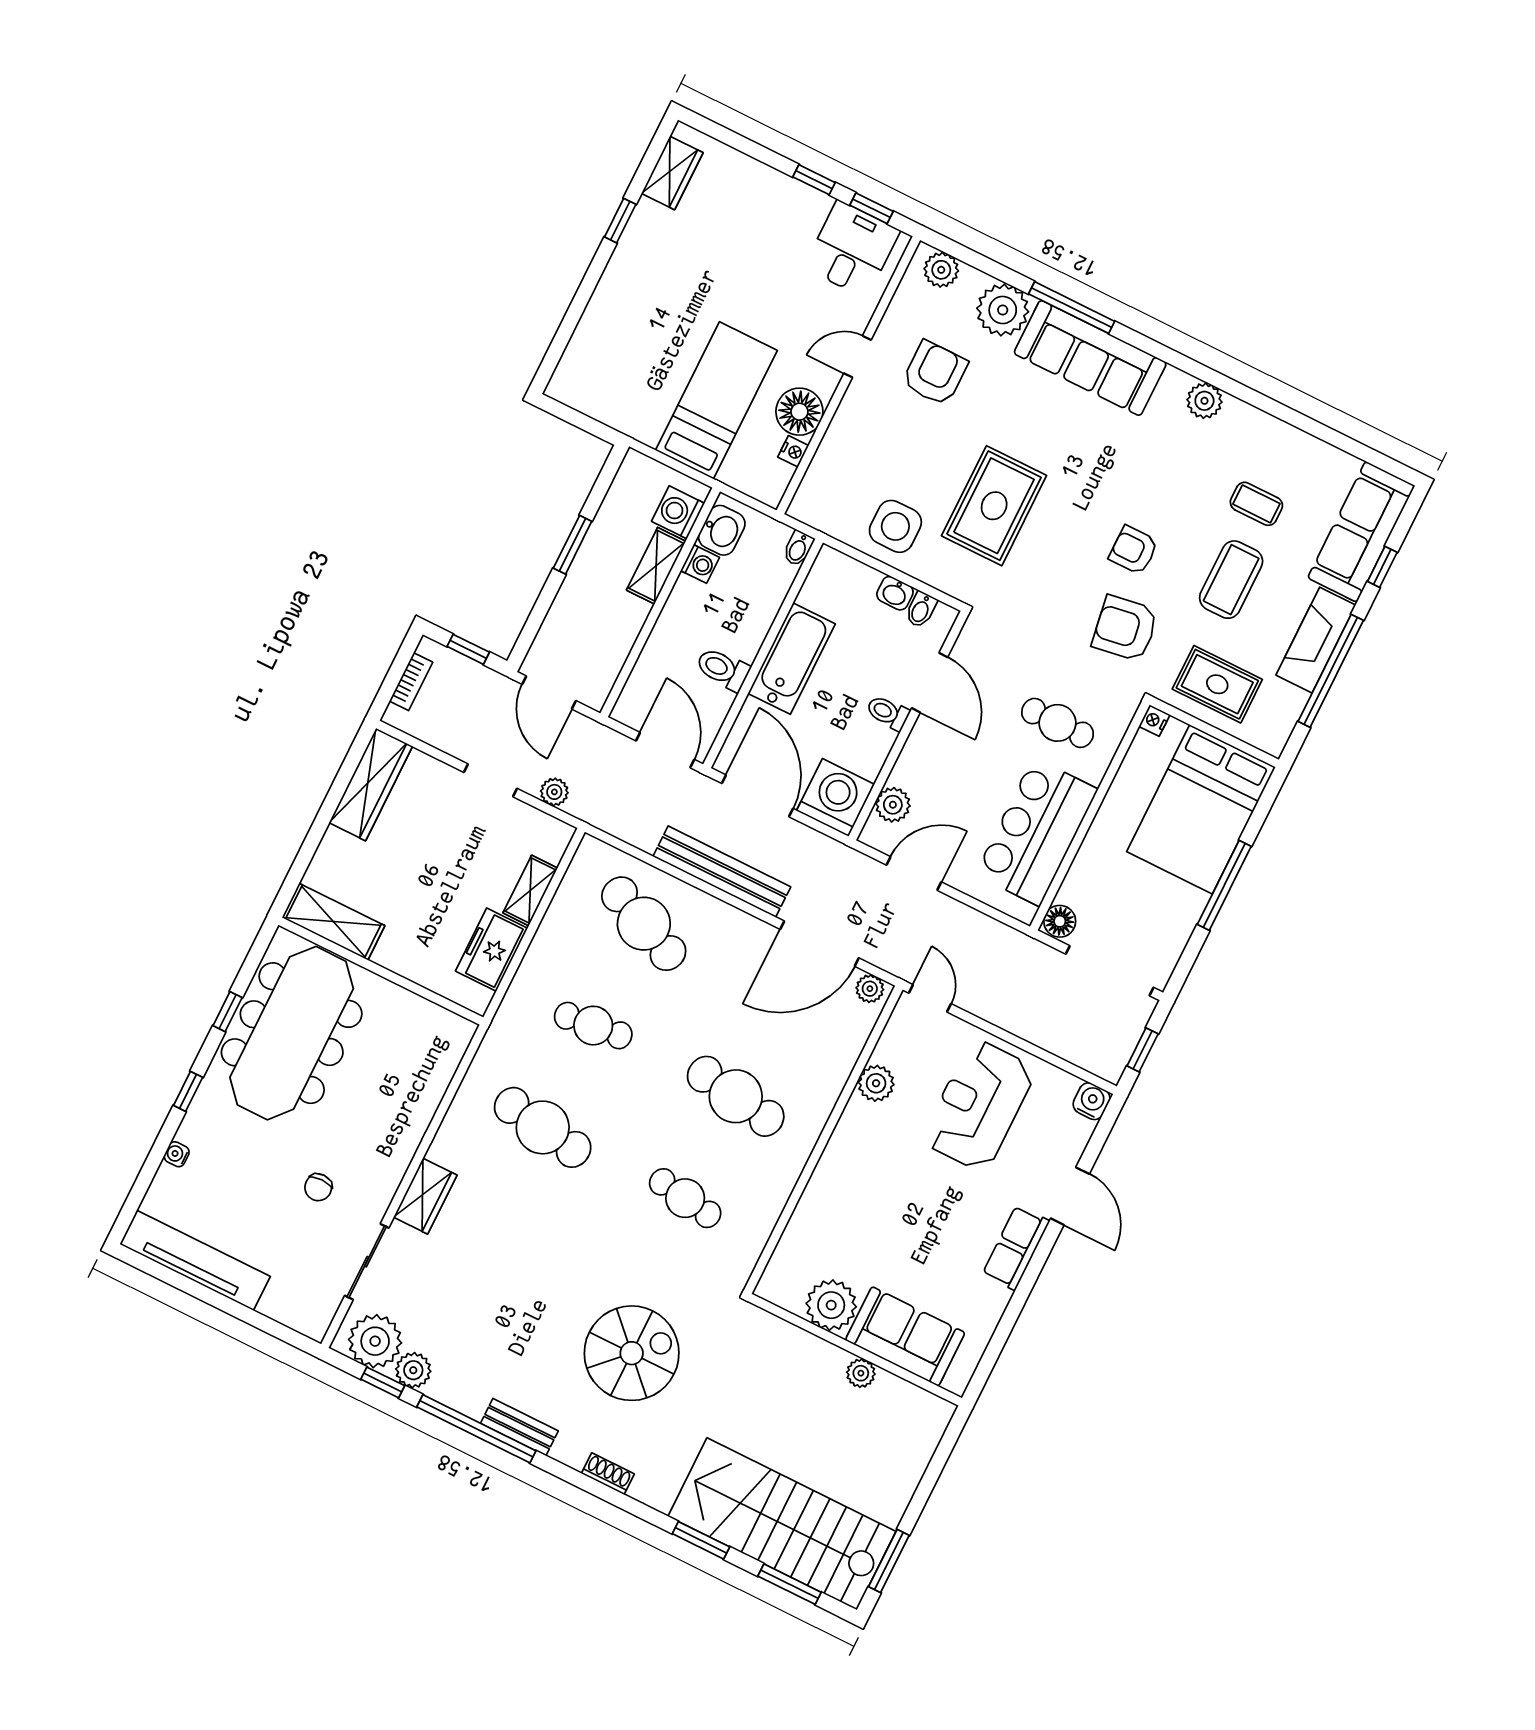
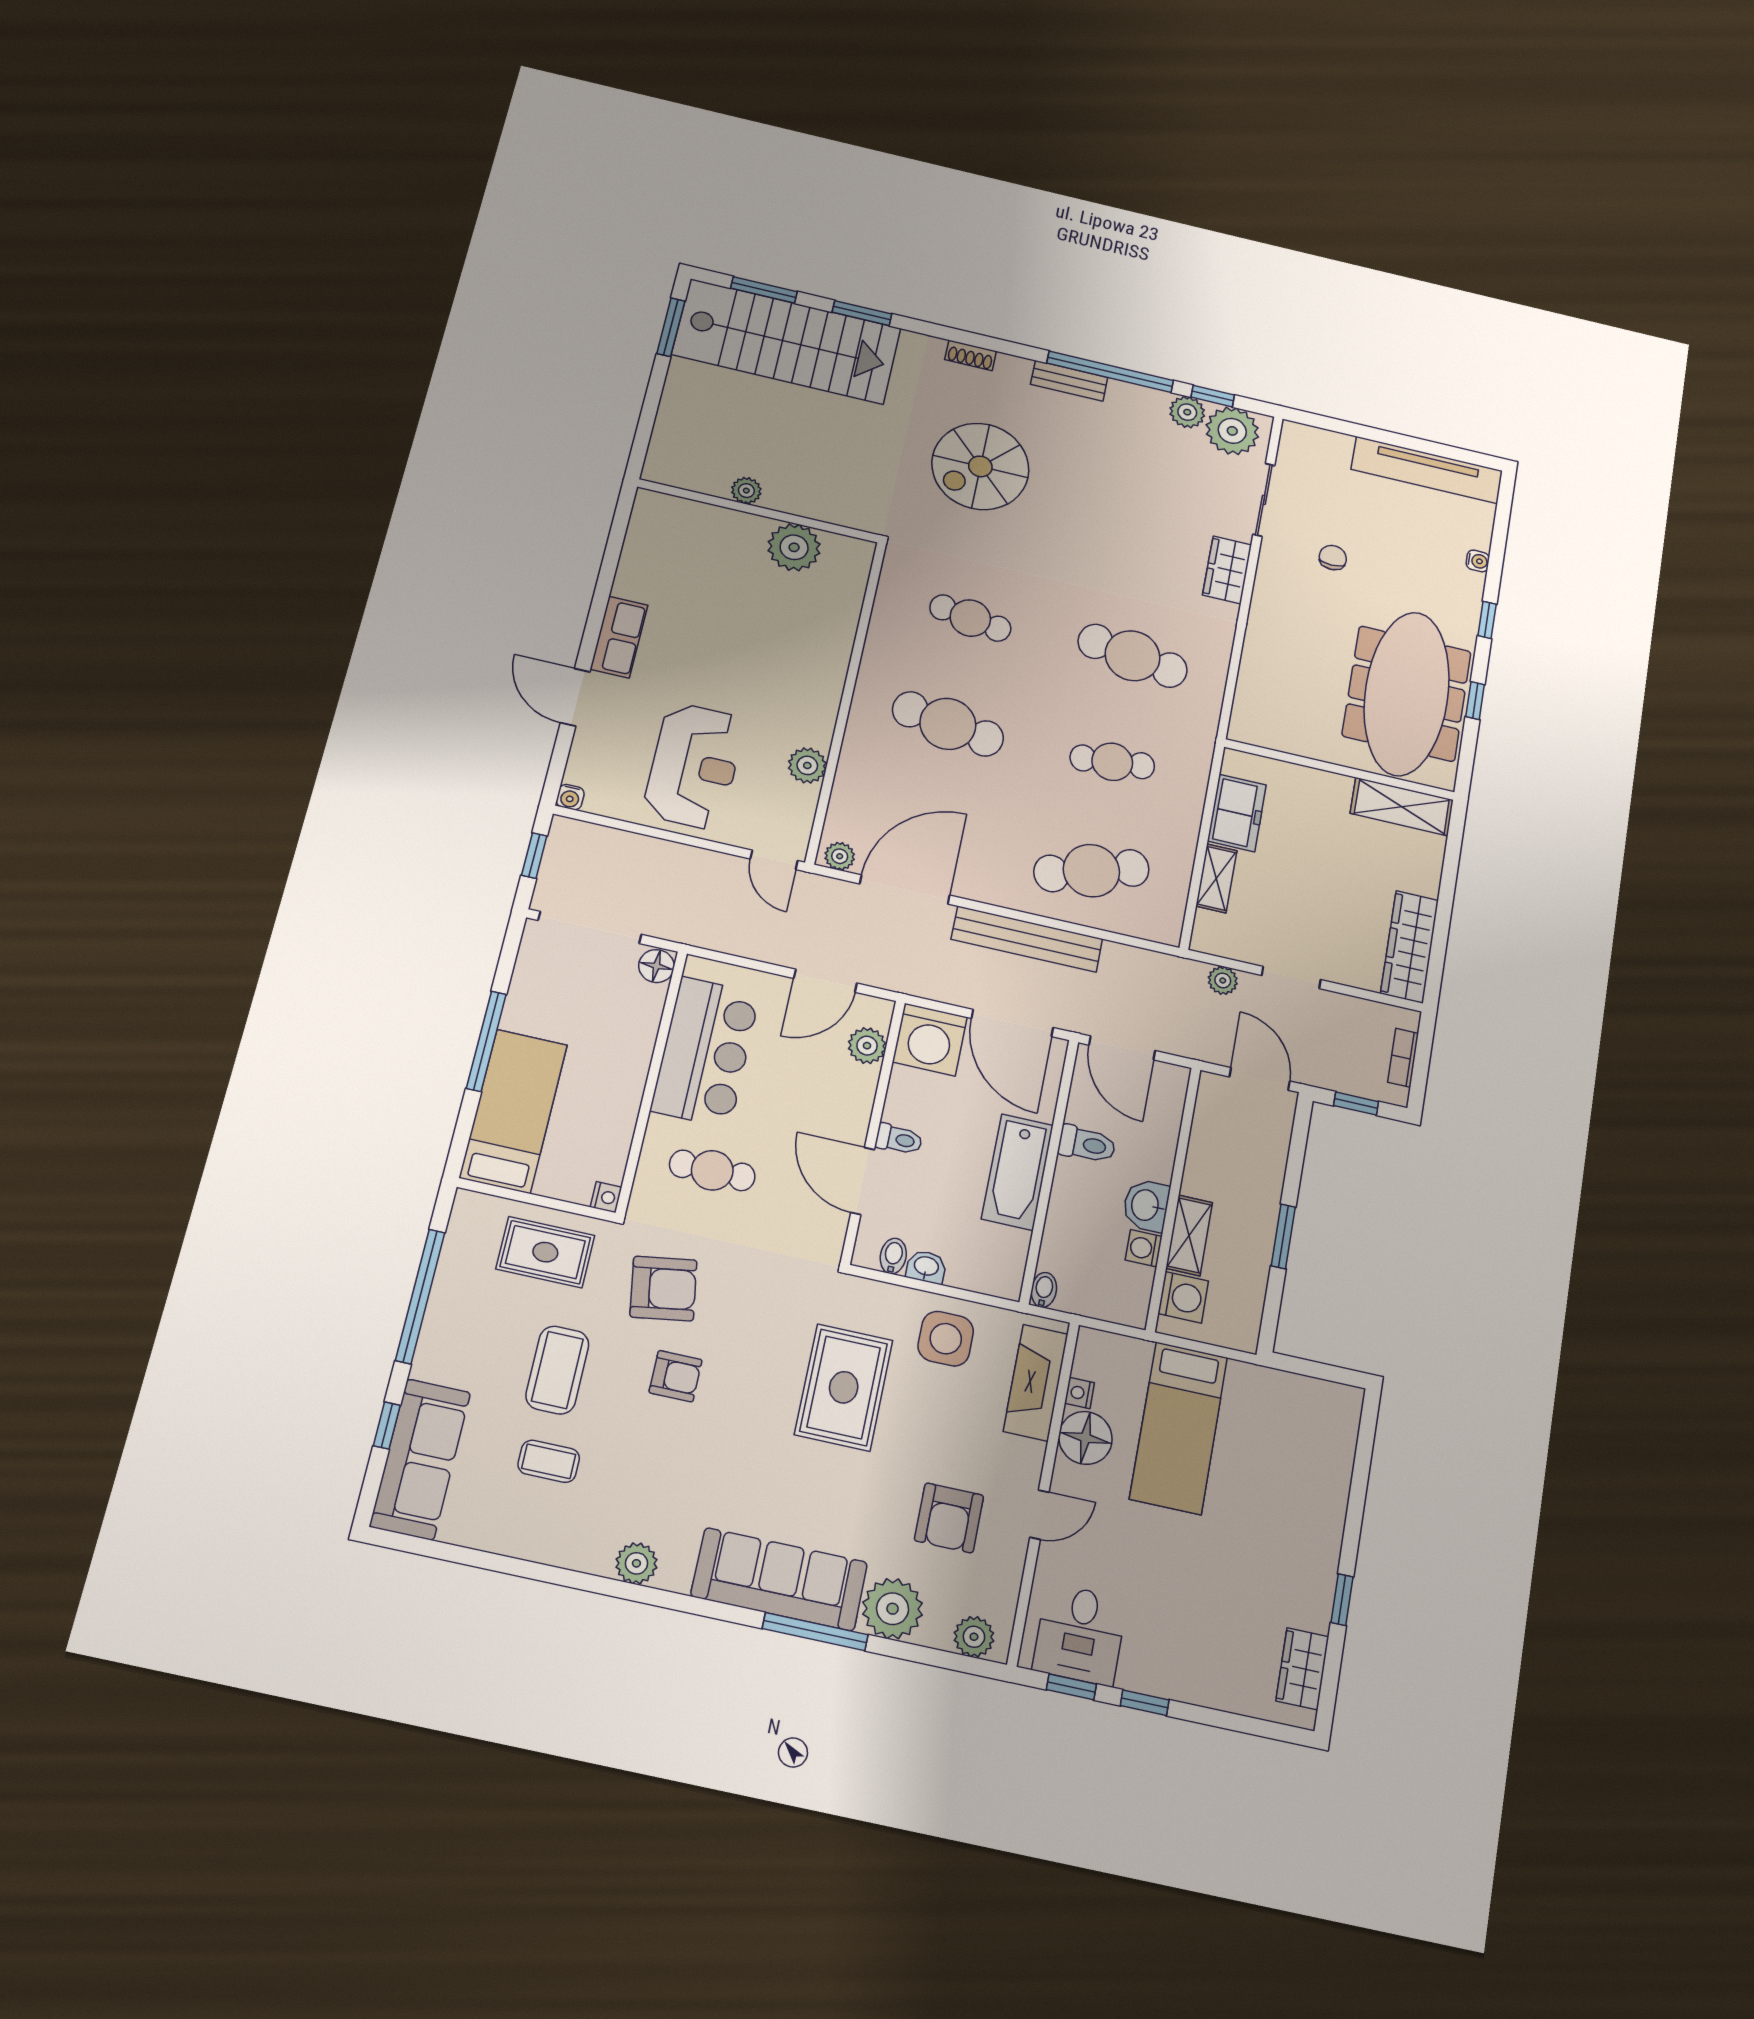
washbasin: (722, 530) -> (1146, 1205), moved
fireplace: (1316, 640) -> (1036, 1383), moved, turned 180
bed: (1201, 809) -> (513, 1111), width x0.67
cafe table: (644, 924) -> (1091, 871), turned -42
water cooler: (1092, 1101) -> (570, 797), width x0.72, depth x0.72
sofa: (905, 1336) -> (711, 533), removed

